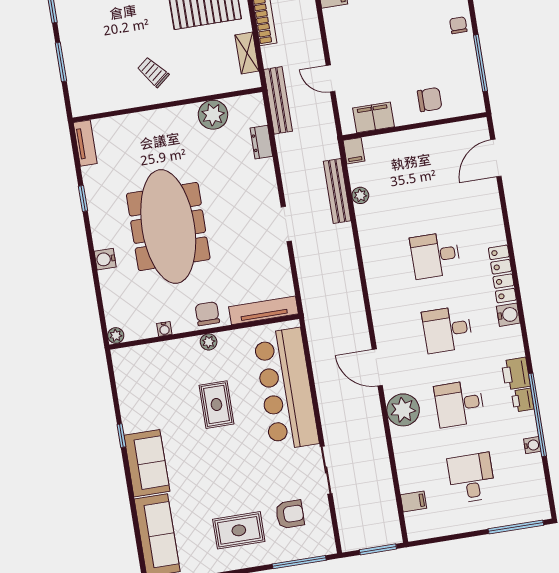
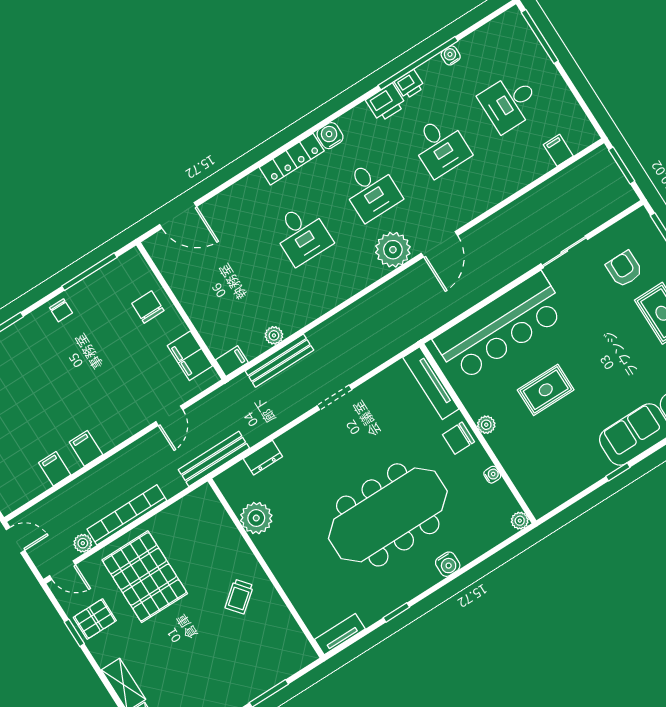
chair: (458, 25) -> (61, 310), turned -90
shelving: (247, 53) -> (180, 511), removed
plant: (403, 410) -> (393, 250), moved

